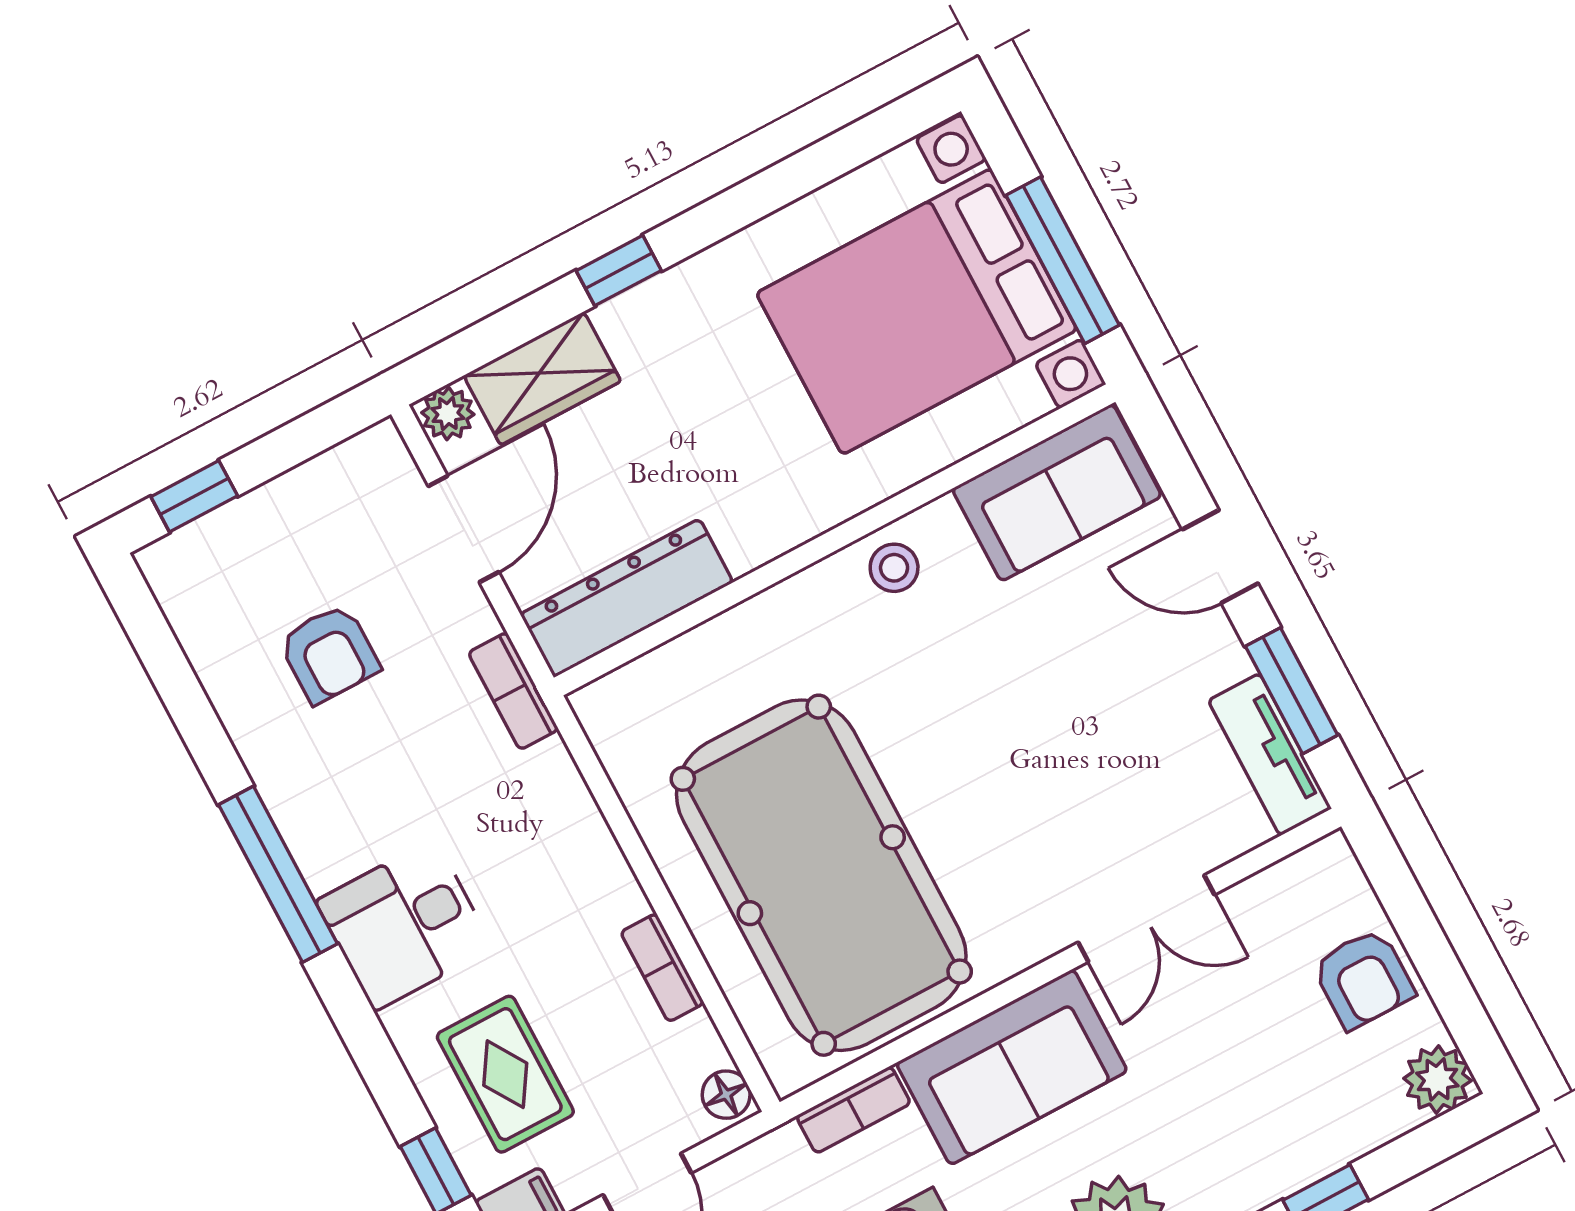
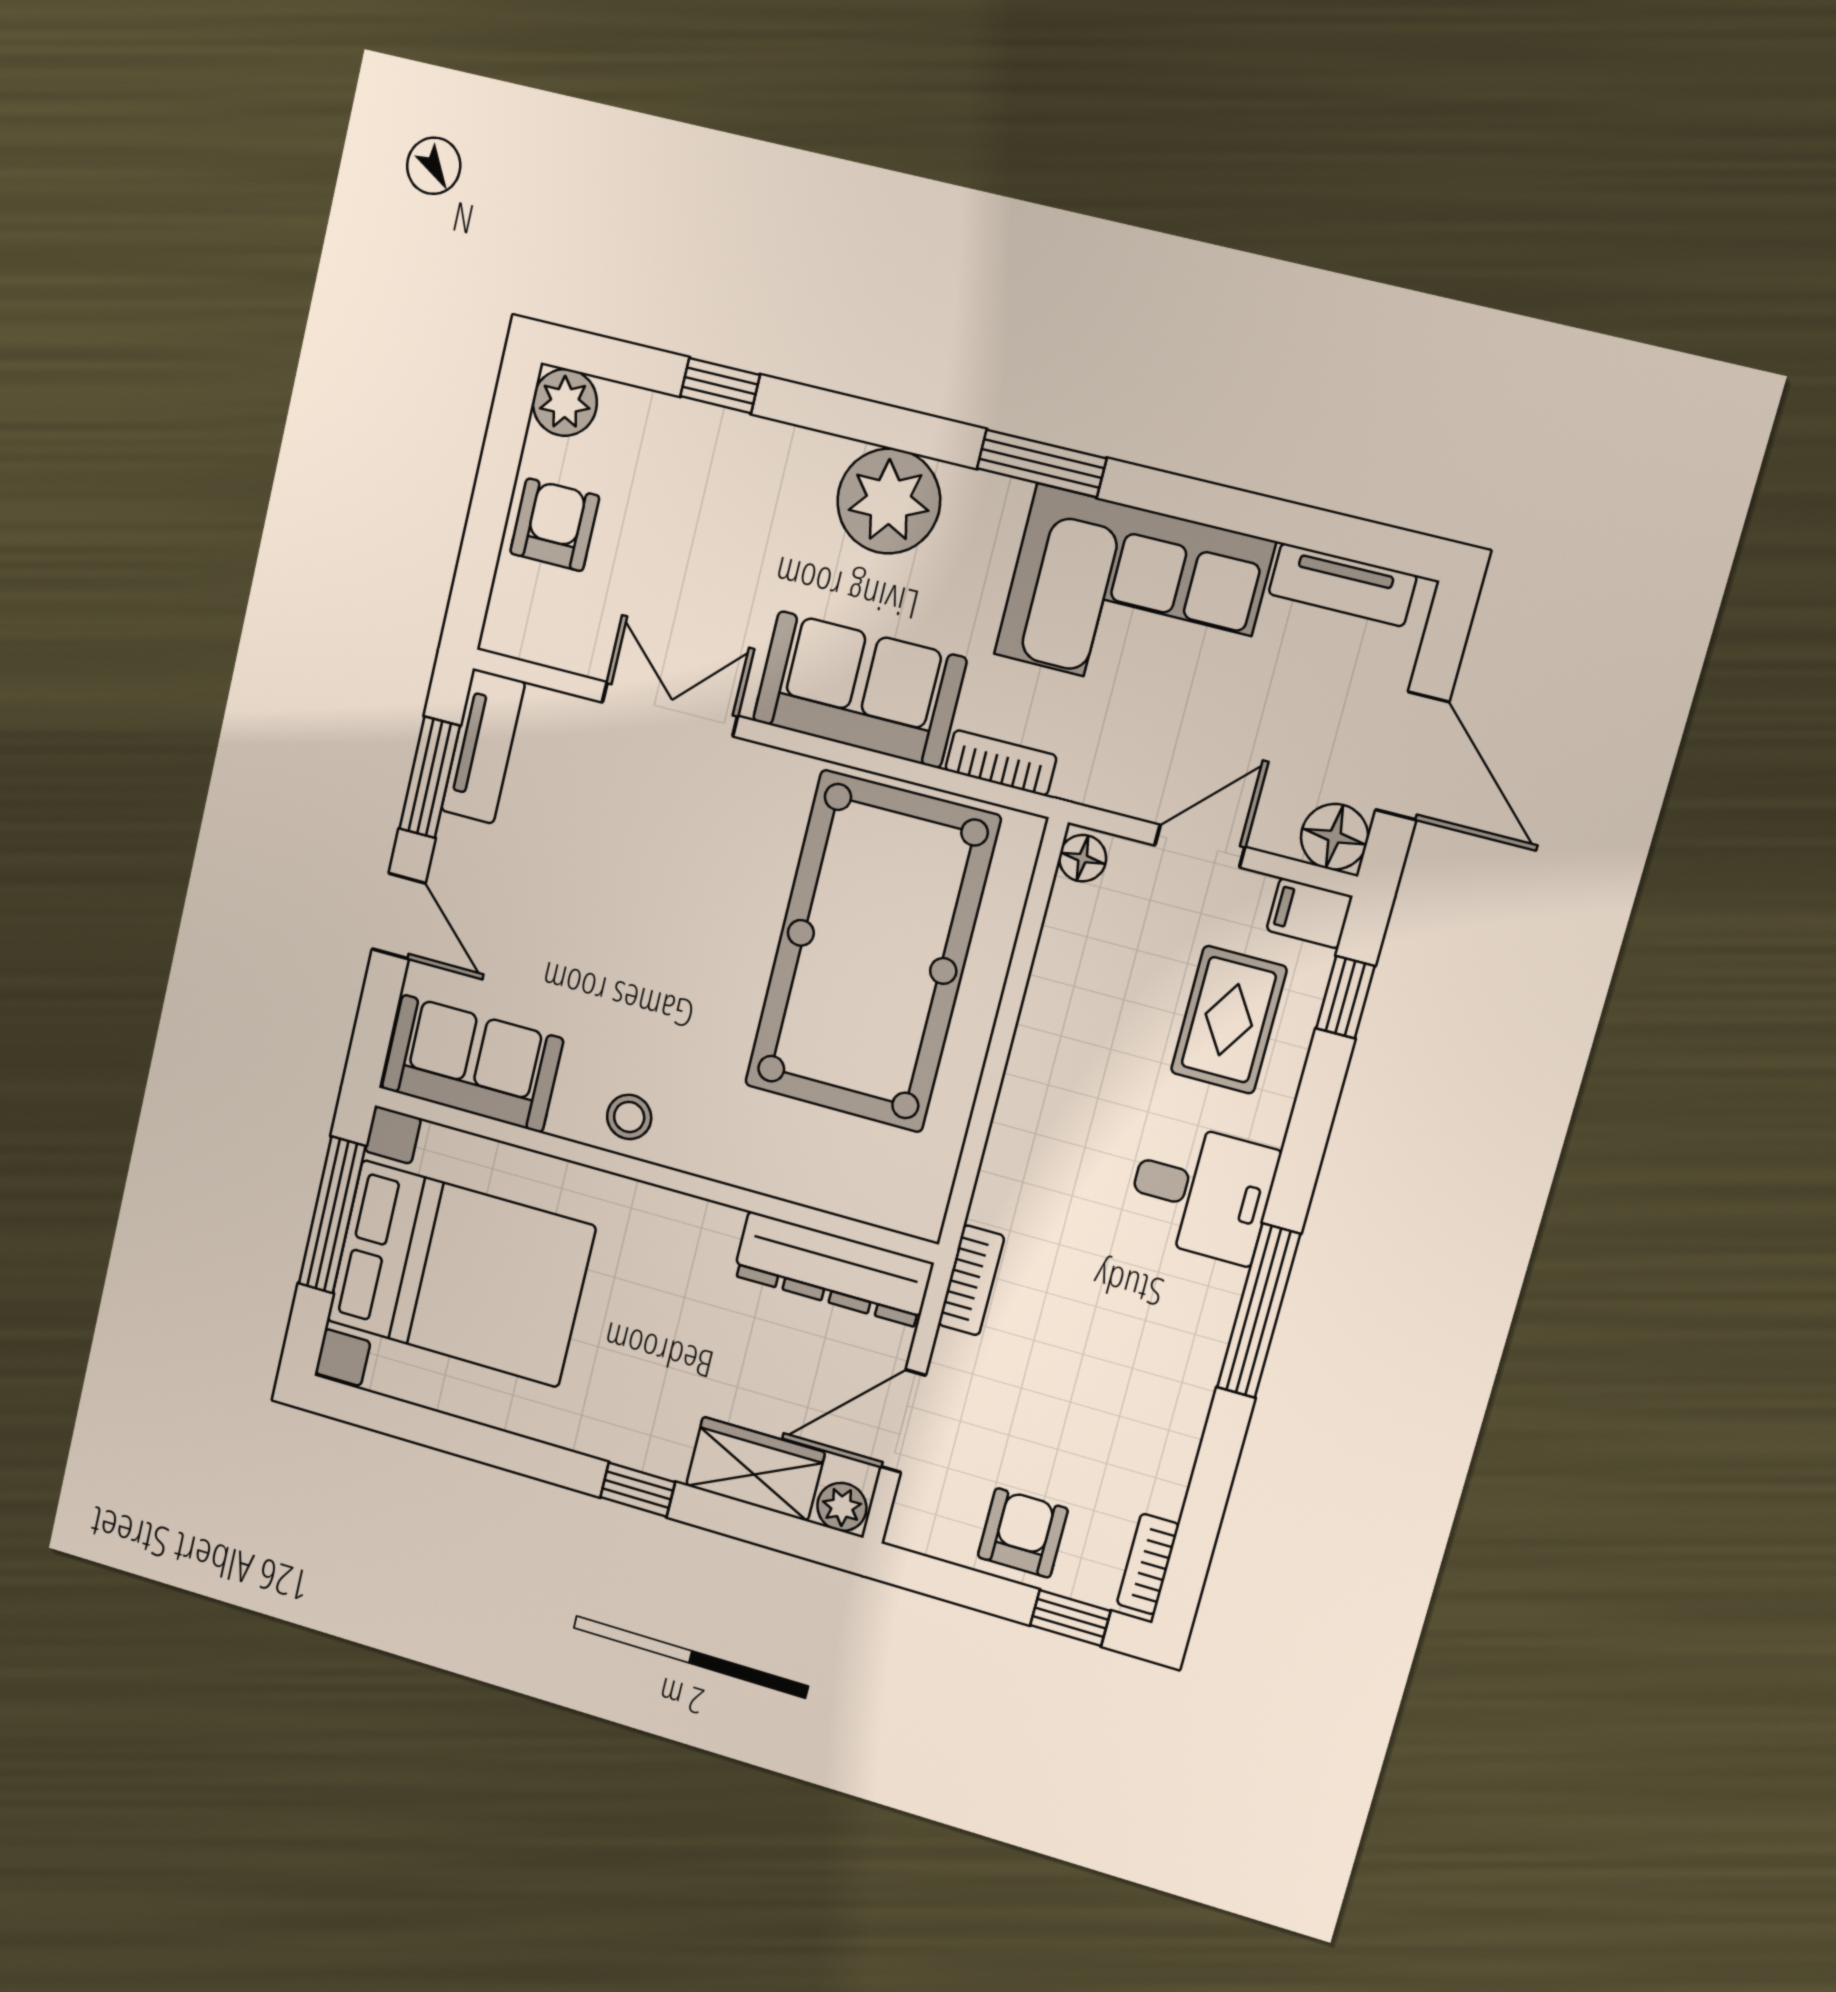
armchair: (329, 654) -> (1023, 1533), moved
bookcase: (662, 968) -> (1148, 1564), moved, turned 180

